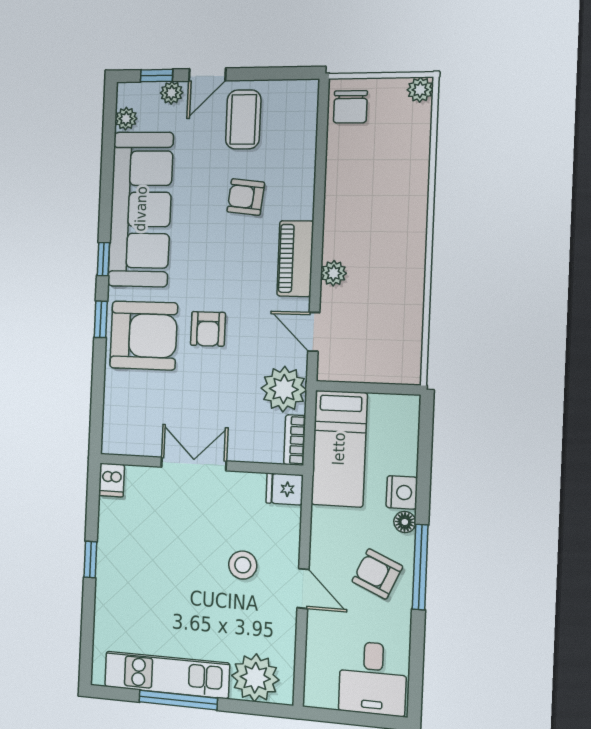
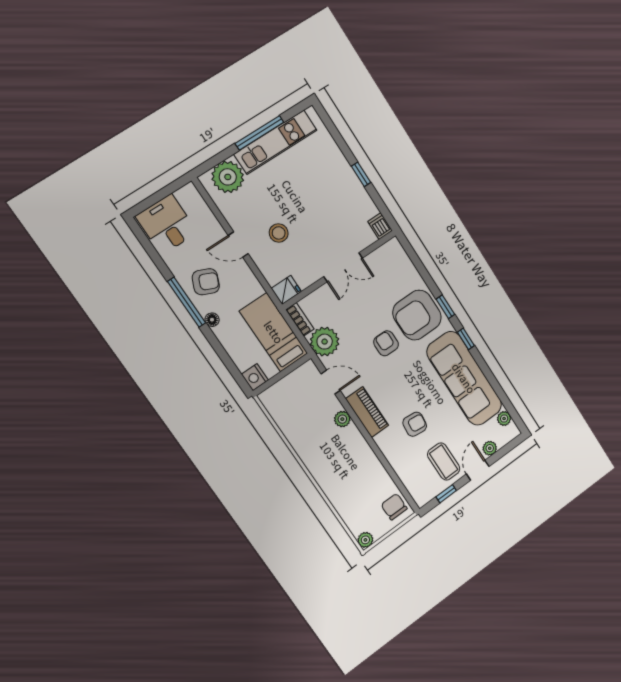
window: (157, 76) -> (446, 494), moved
nightstand: (402, 492) -> (255, 377), moved

